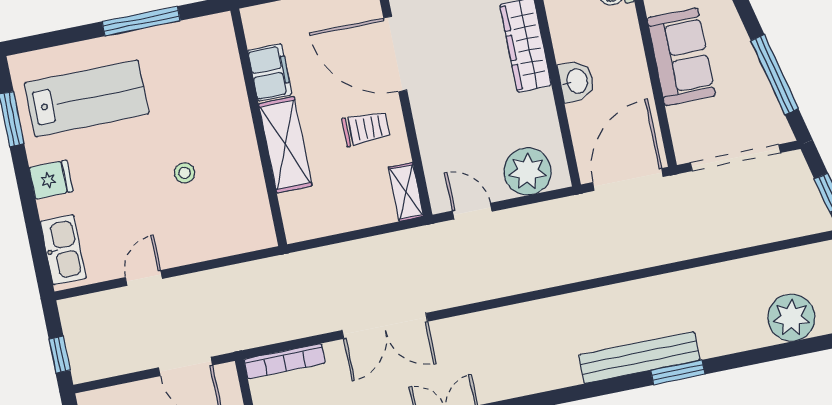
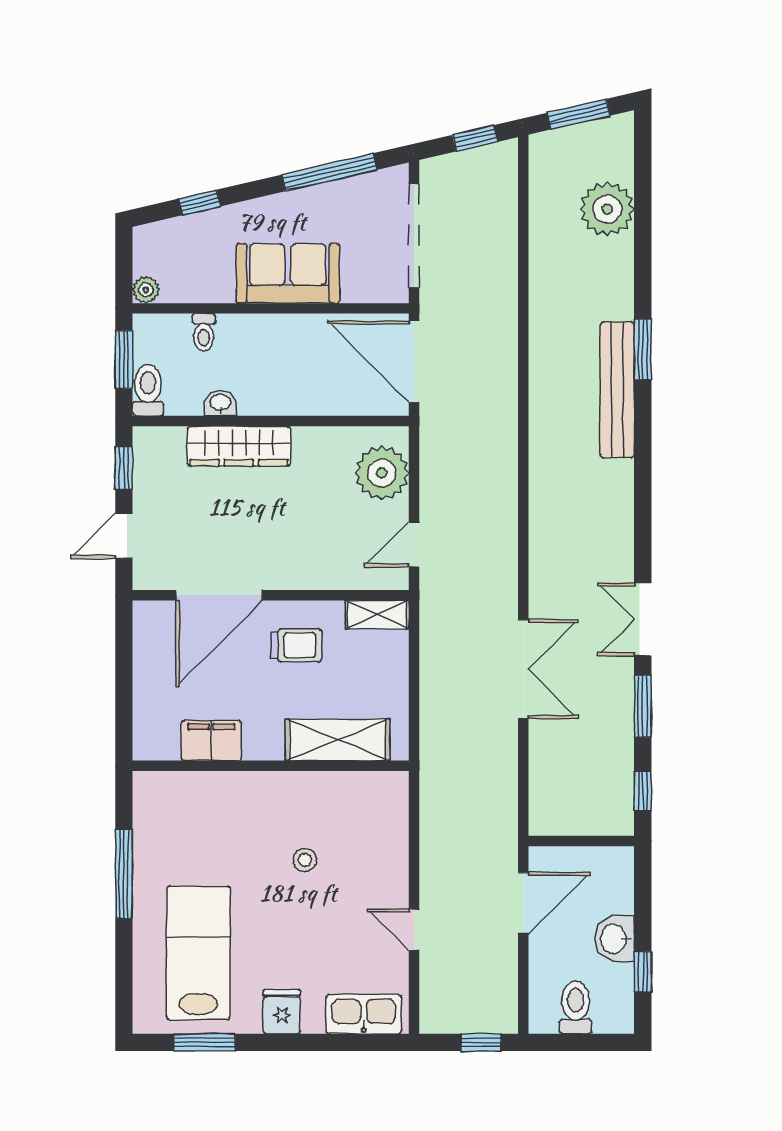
washbasin: (576, 81) -> (220, 403), moved, width x0.72, depth x0.69
trolley: (366, 128) -> (296, 645), turned 90
shelving: (285, 145) -> (338, 740), moved
bookcase: (285, 361) -> (540, 790), removed

